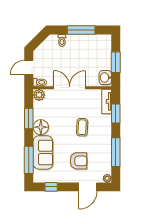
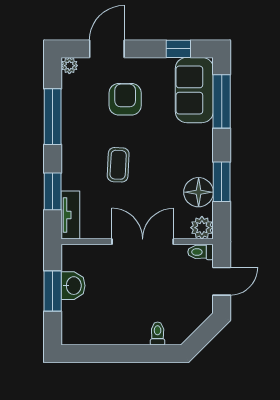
window: (81, 30) -> (120, 354), removed
washbasin: (105, 78) -> (73, 286), moved
double door: (70, 88) -> (143, 242), swing flipped
floor lamp: (41, 127) -> (199, 192), moved
sofa: (43, 152) -> (194, 90), moved
armchair: (79, 161) -> (125, 99), turned 90

